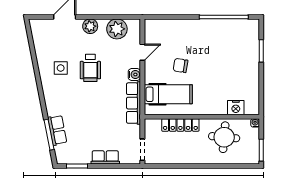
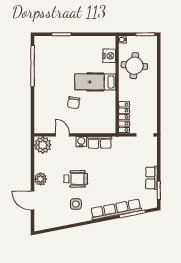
plant: (117, 29) -> (43, 145), moved
hospital bed: (168, 94) -> (95, 82), moved, turned -90
row of seats: (134, 103) -> (100, 142), width x0.68
locker: (180, 125) -> (124, 117), moved
row of seats: (57, 130) -> (116, 209), width x2.02
row of seats: (105, 157) -> (152, 178), moved

